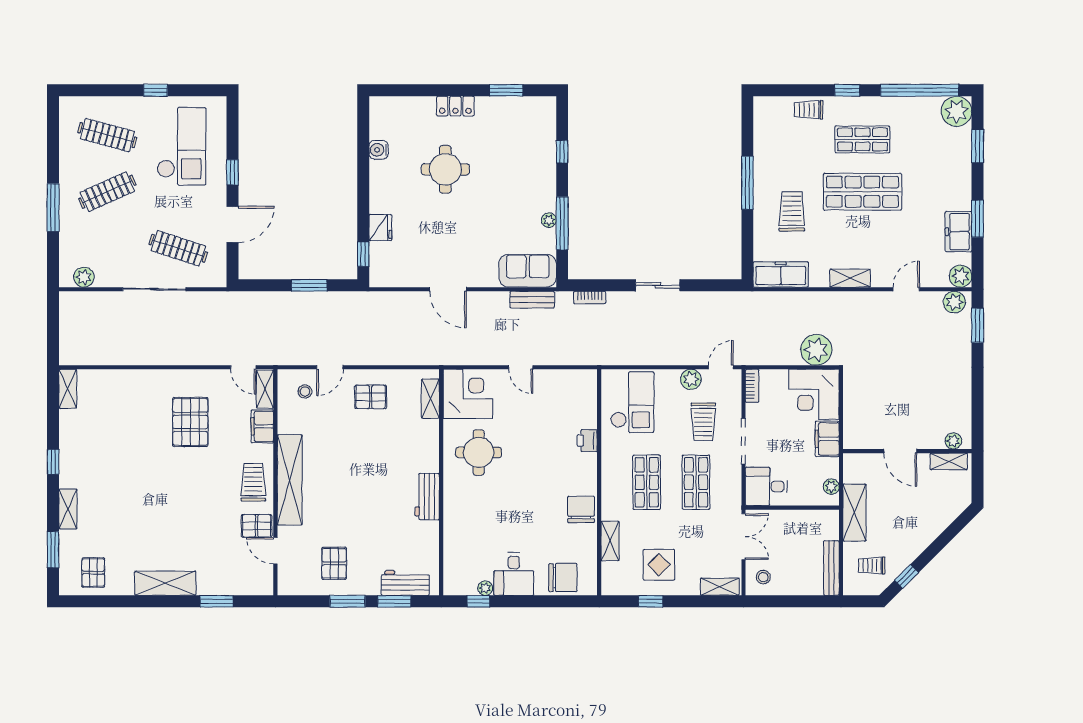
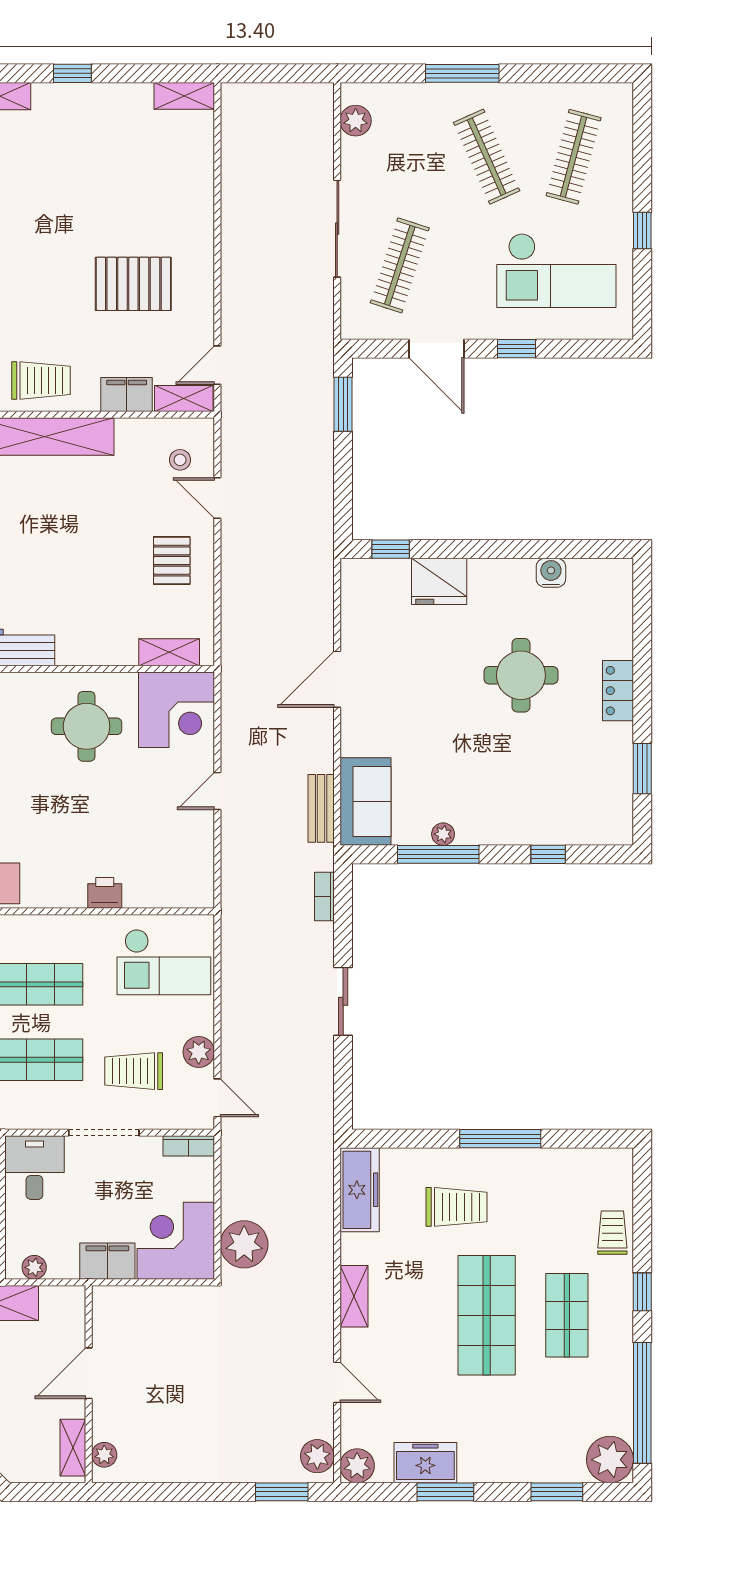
fridge: (380, 227) -> (439, 581), width x1.36, depth x1.34
window: (309, 285) -> (343, 404), moved

